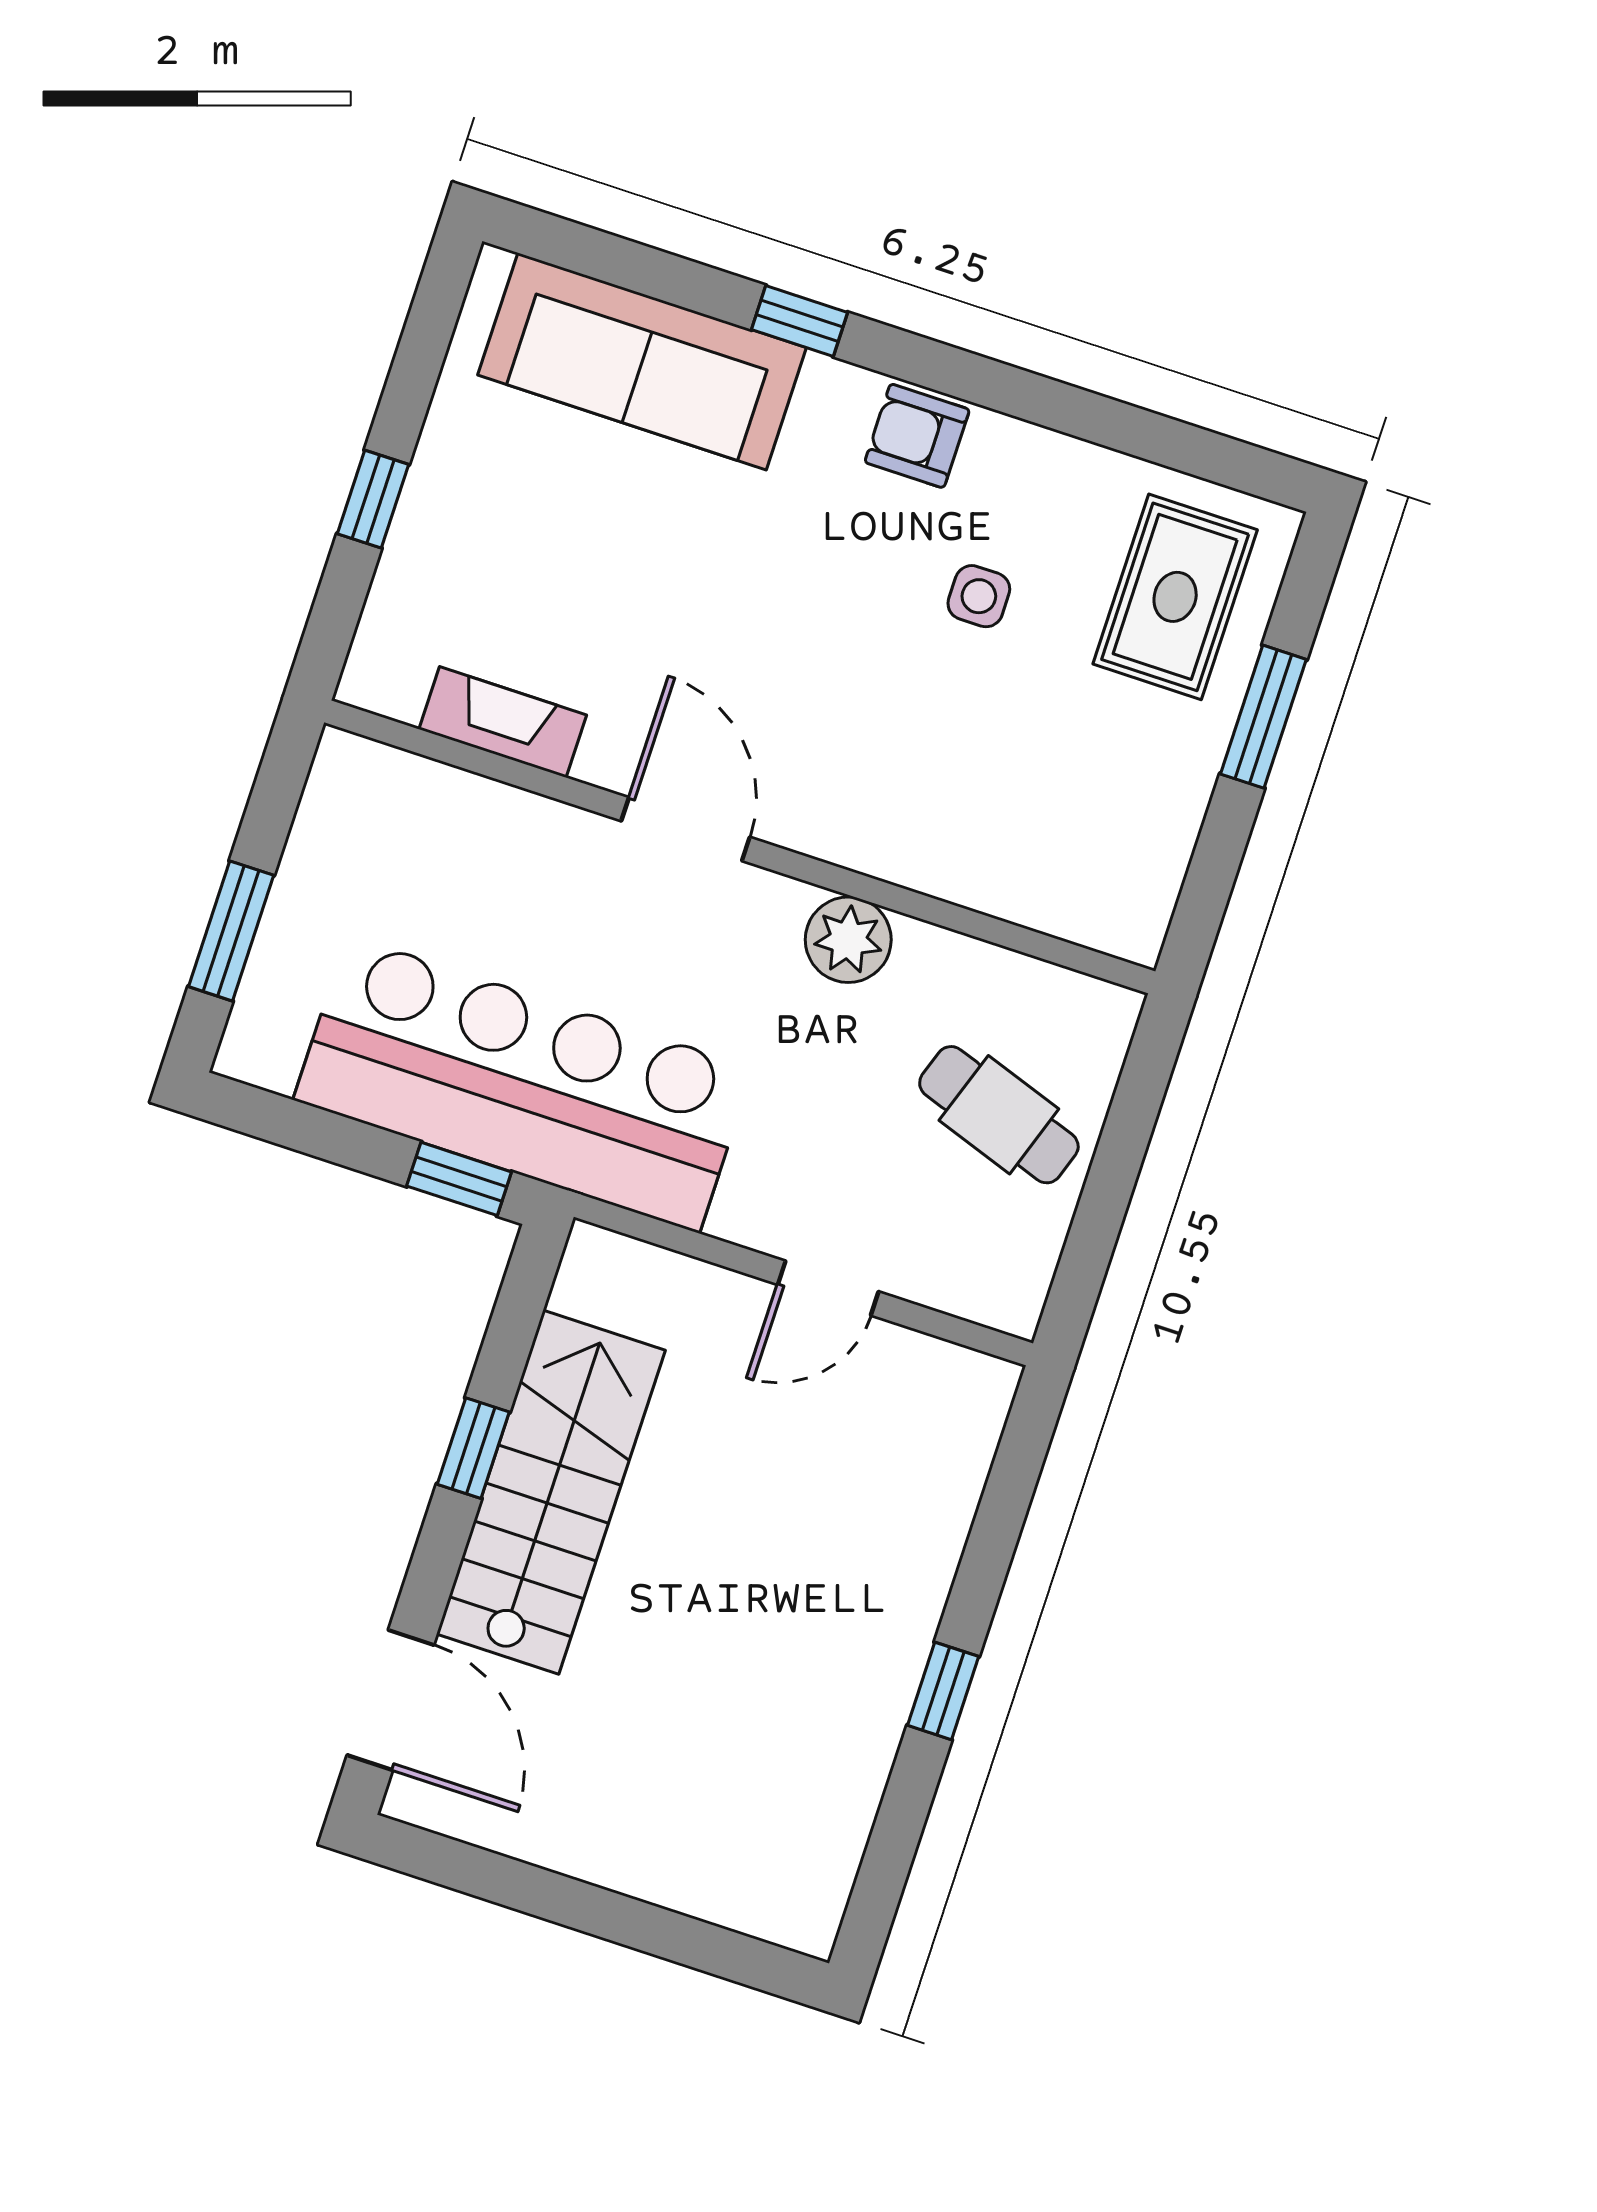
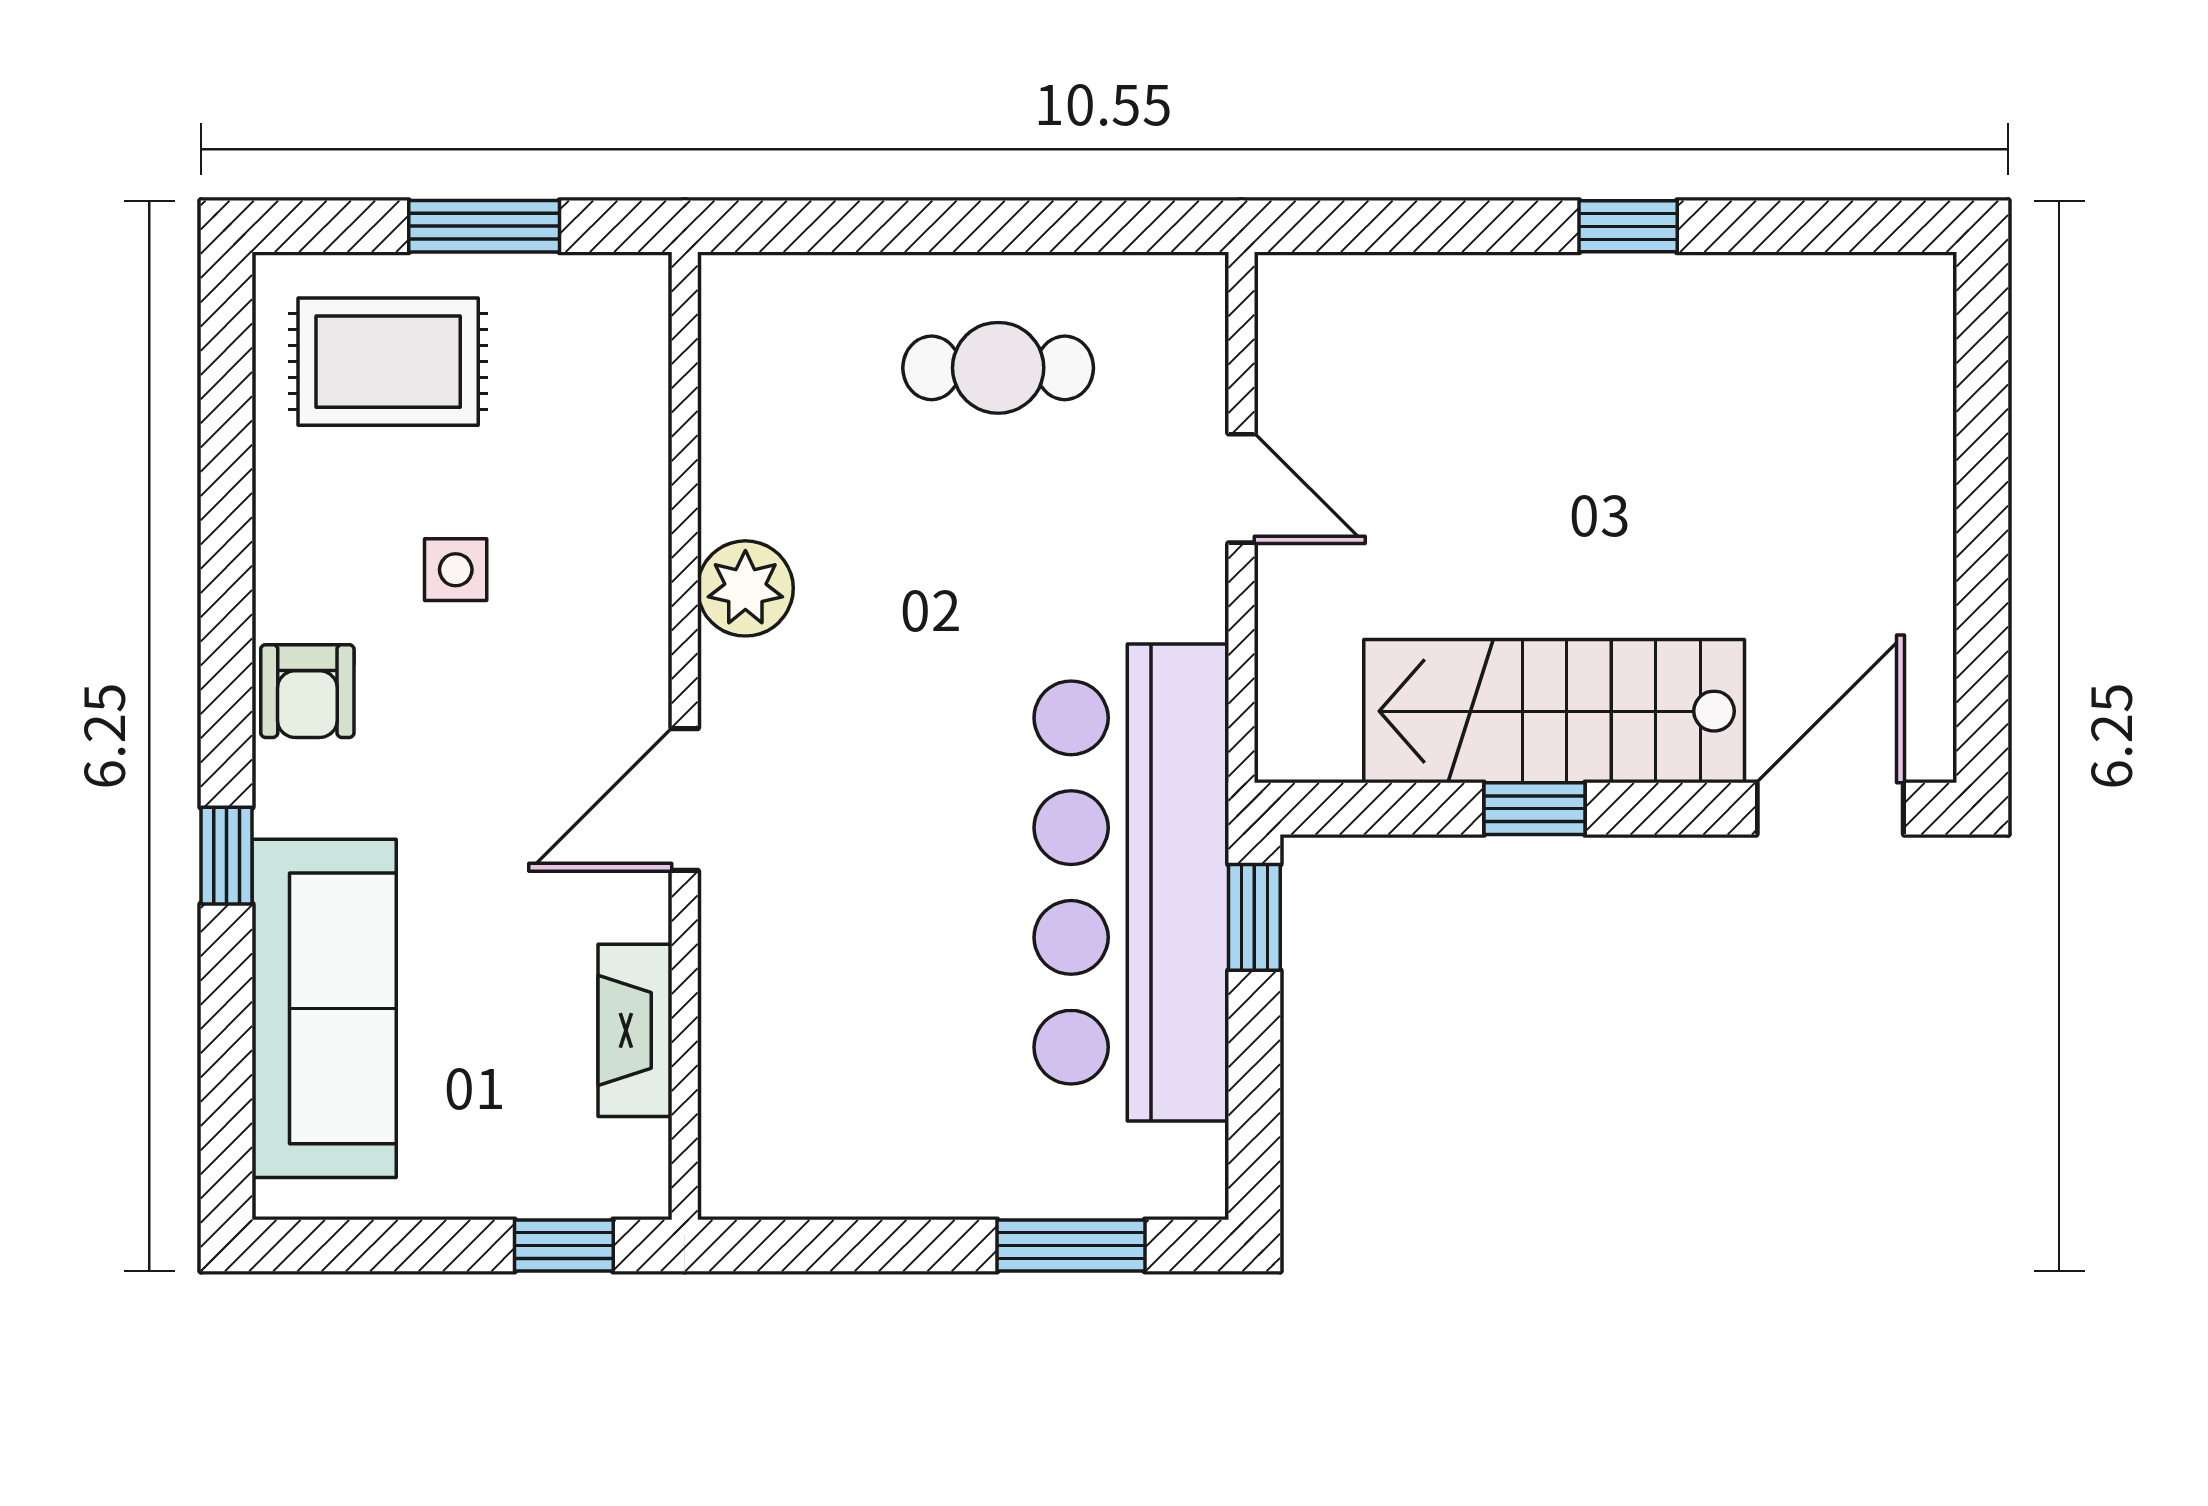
fireplace: (503, 722) -> (635, 1030), moved
door: (686, 829) -> (685, 799), moved
wall: (740, 847) -> (685, 736), moved
plant: (848, 940) -> (745, 588), moved
cafe table: (999, 1115) -> (998, 368), turned 71

